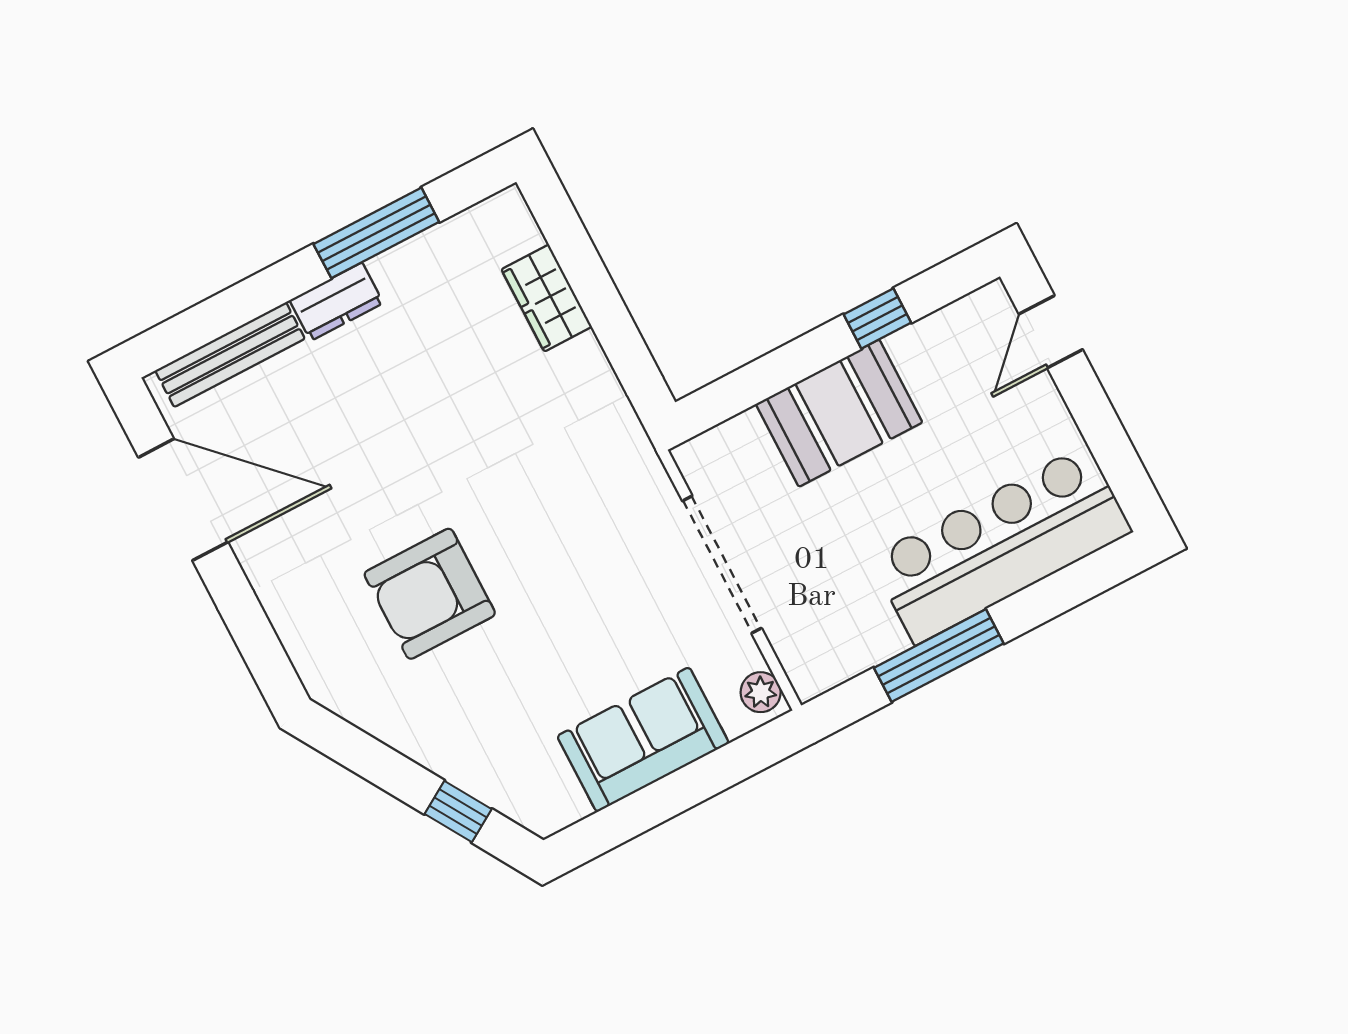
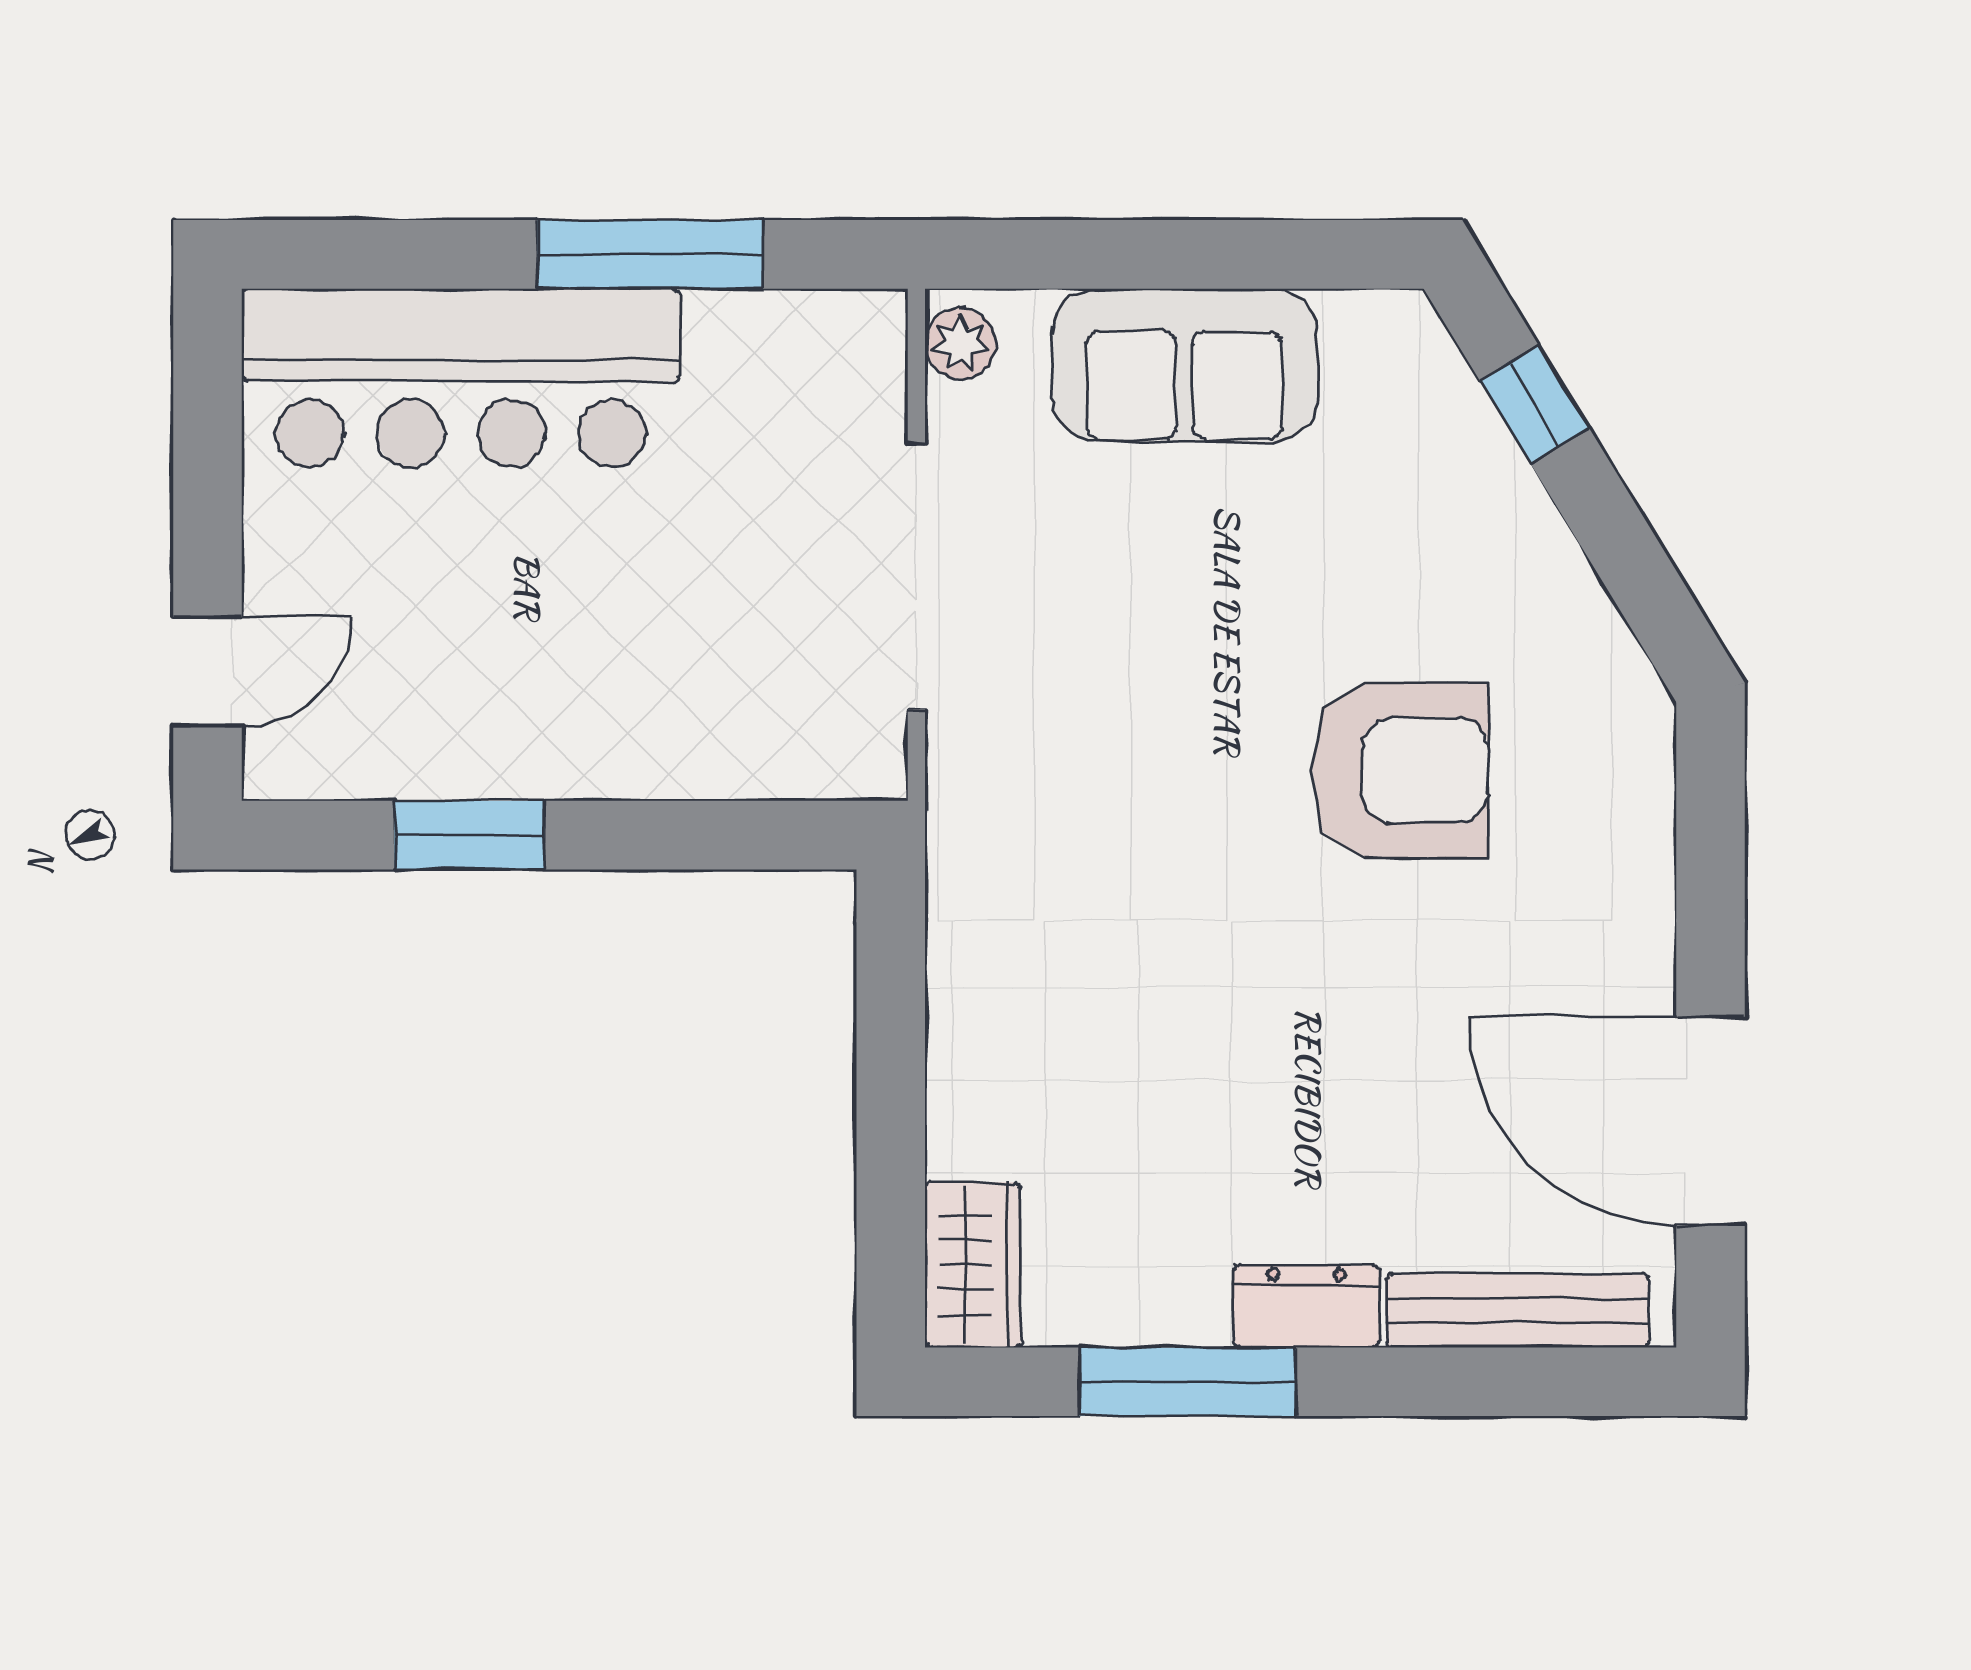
wardrobe: (547, 298) -> (973, 1265), moved
window: (877, 318) -> (469, 835), width x1.50
booth: (839, 413) -> (608, 718), removed

